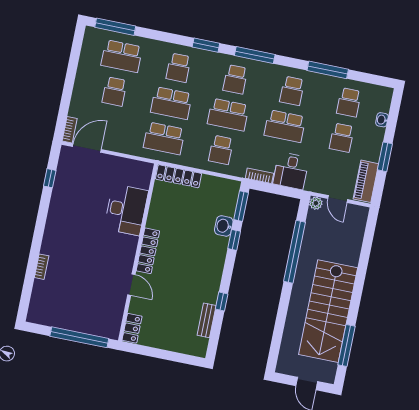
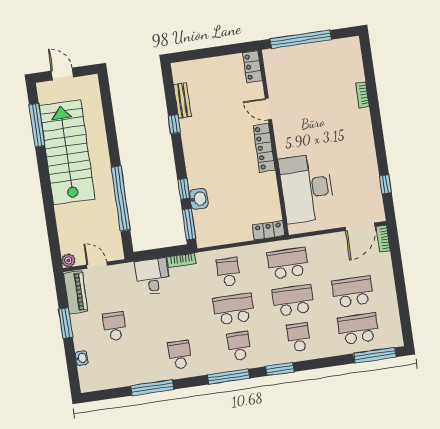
school desk: (115, 91) -> (353, 292), width x1.85
school desk: (349, 102) -> (120, 363), removed
school desk: (285, 126) -> (174, 318), removed
locker: (179, 176) -> (269, 230), width x0.66
plant: (316, 203) -> (68, 260), moved
desk: (126, 210) -> (307, 188), width x1.36, depth x1.30

